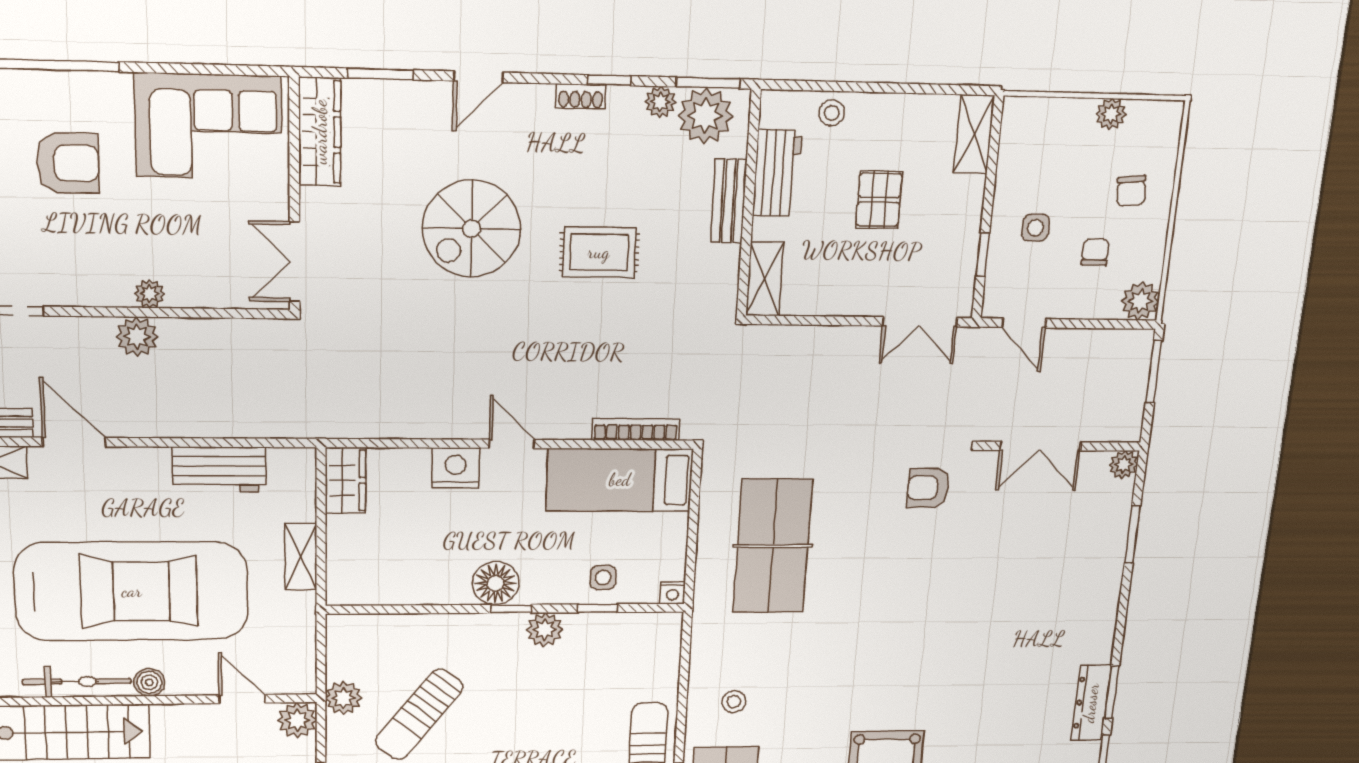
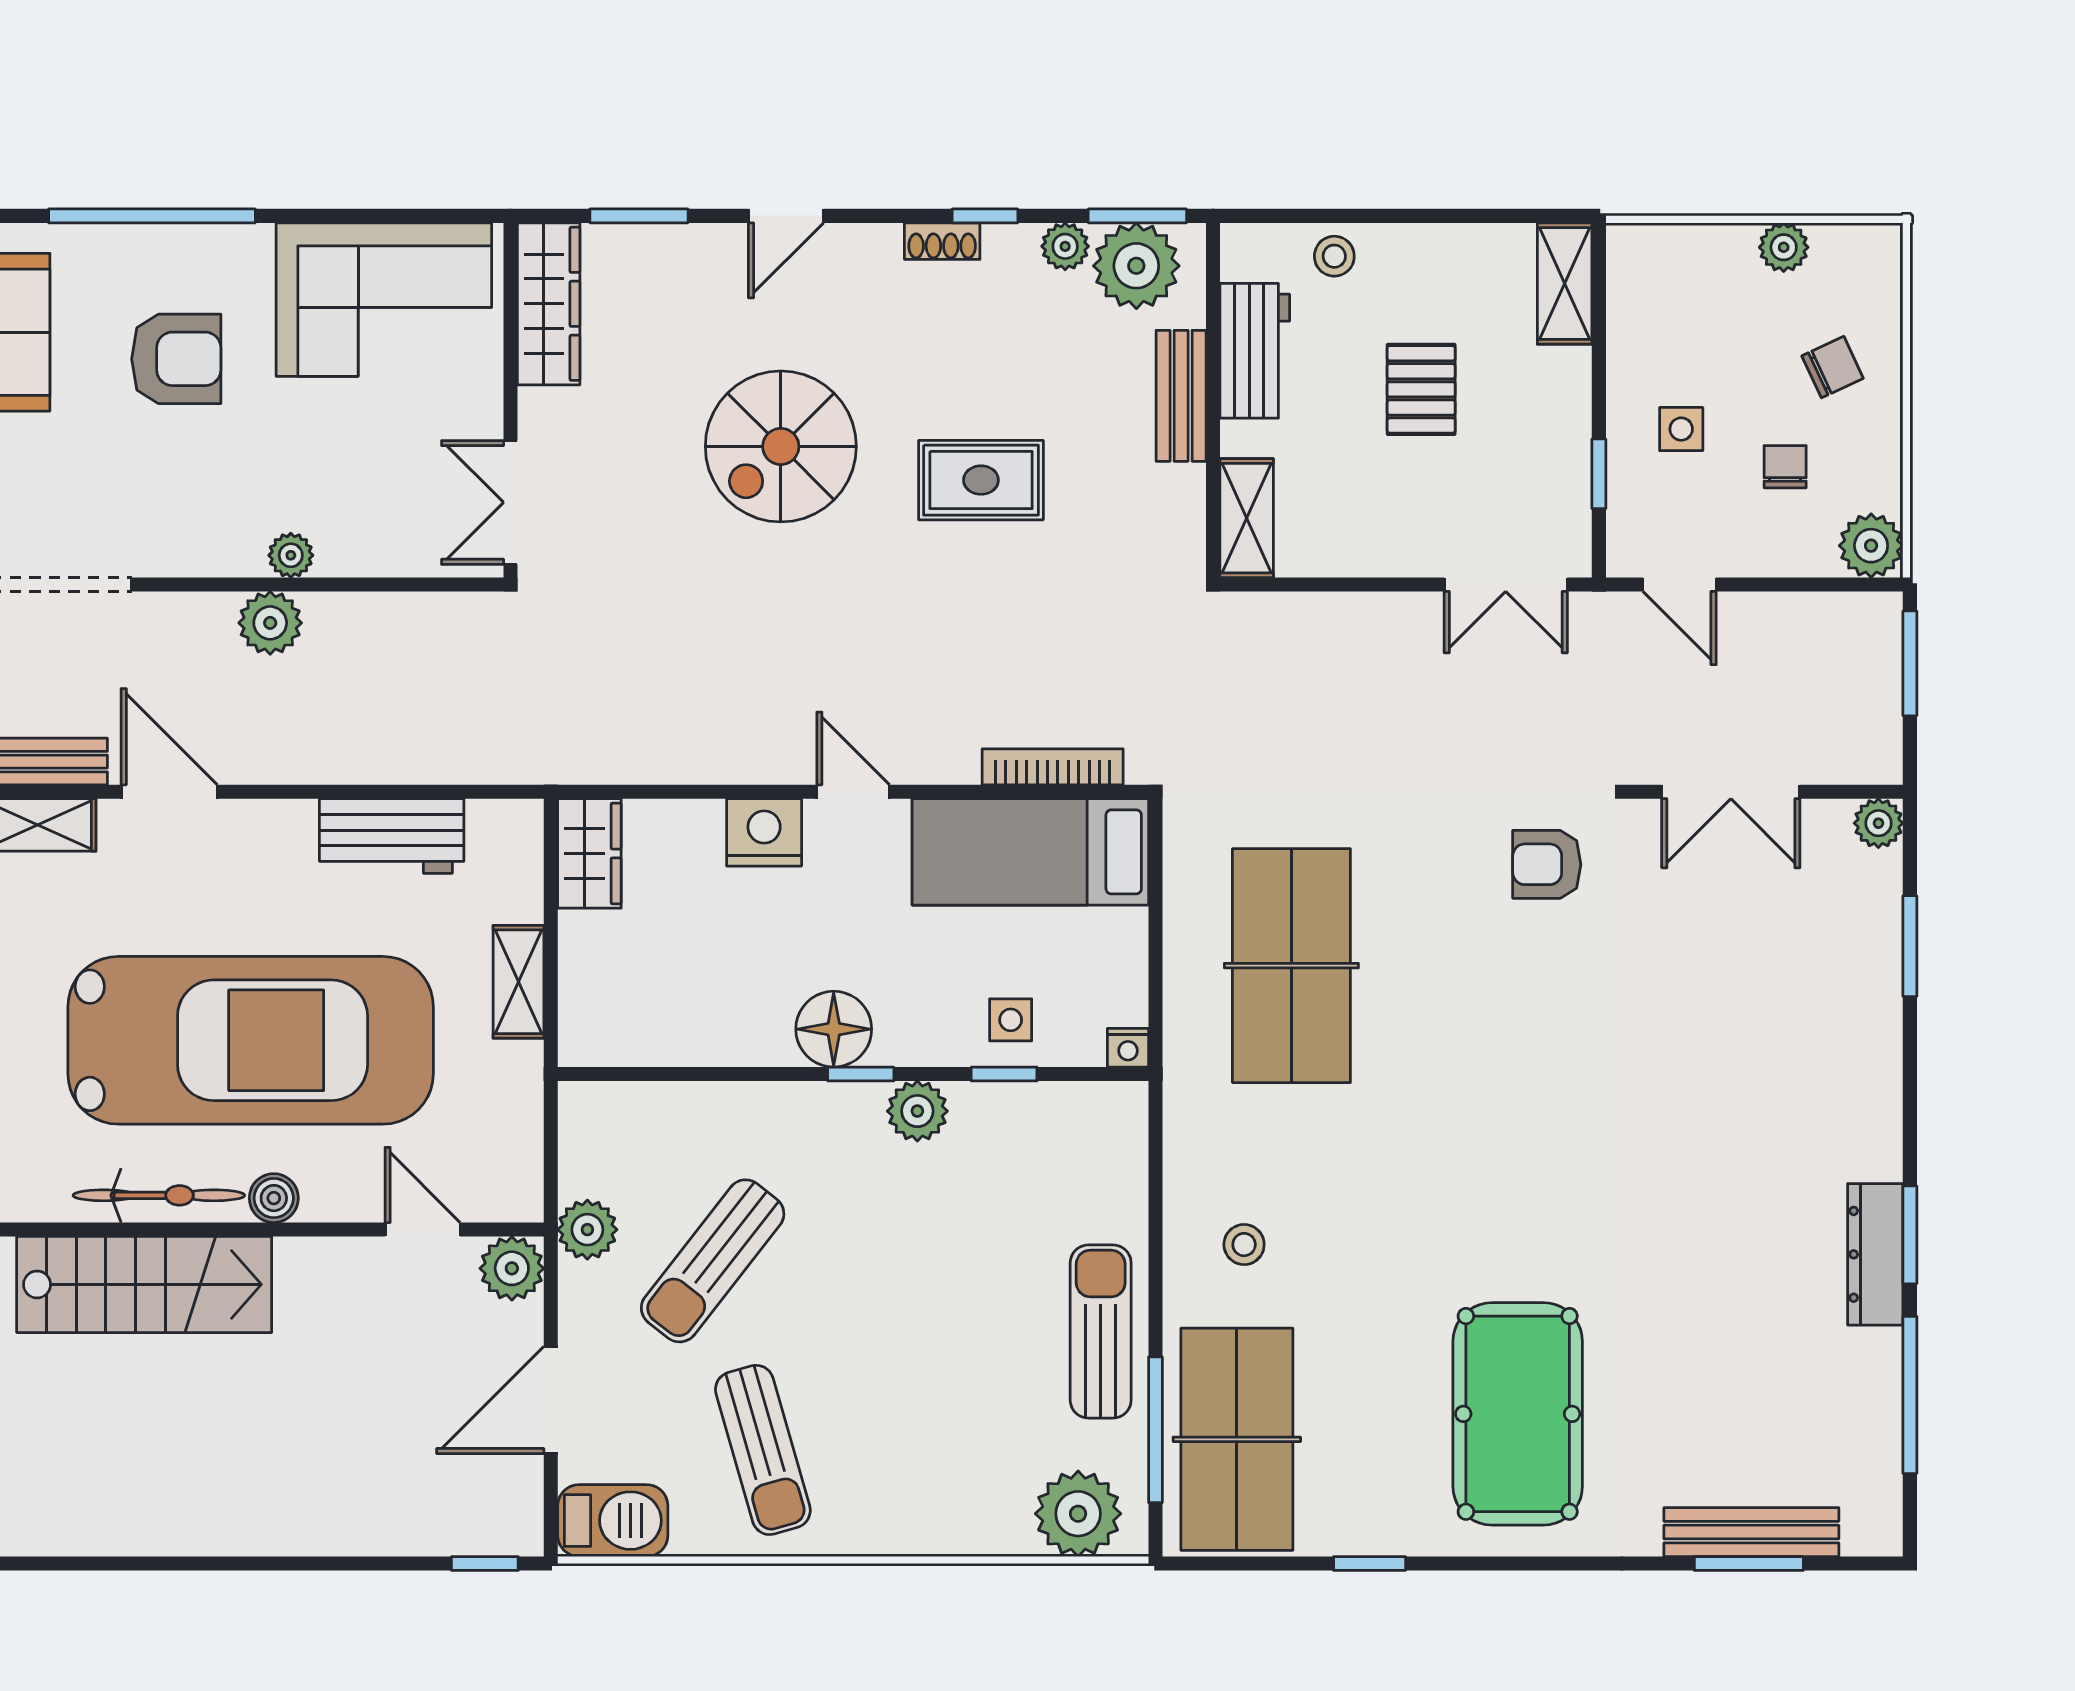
chair: (1131, 191) -> (1833, 367), turned -109

